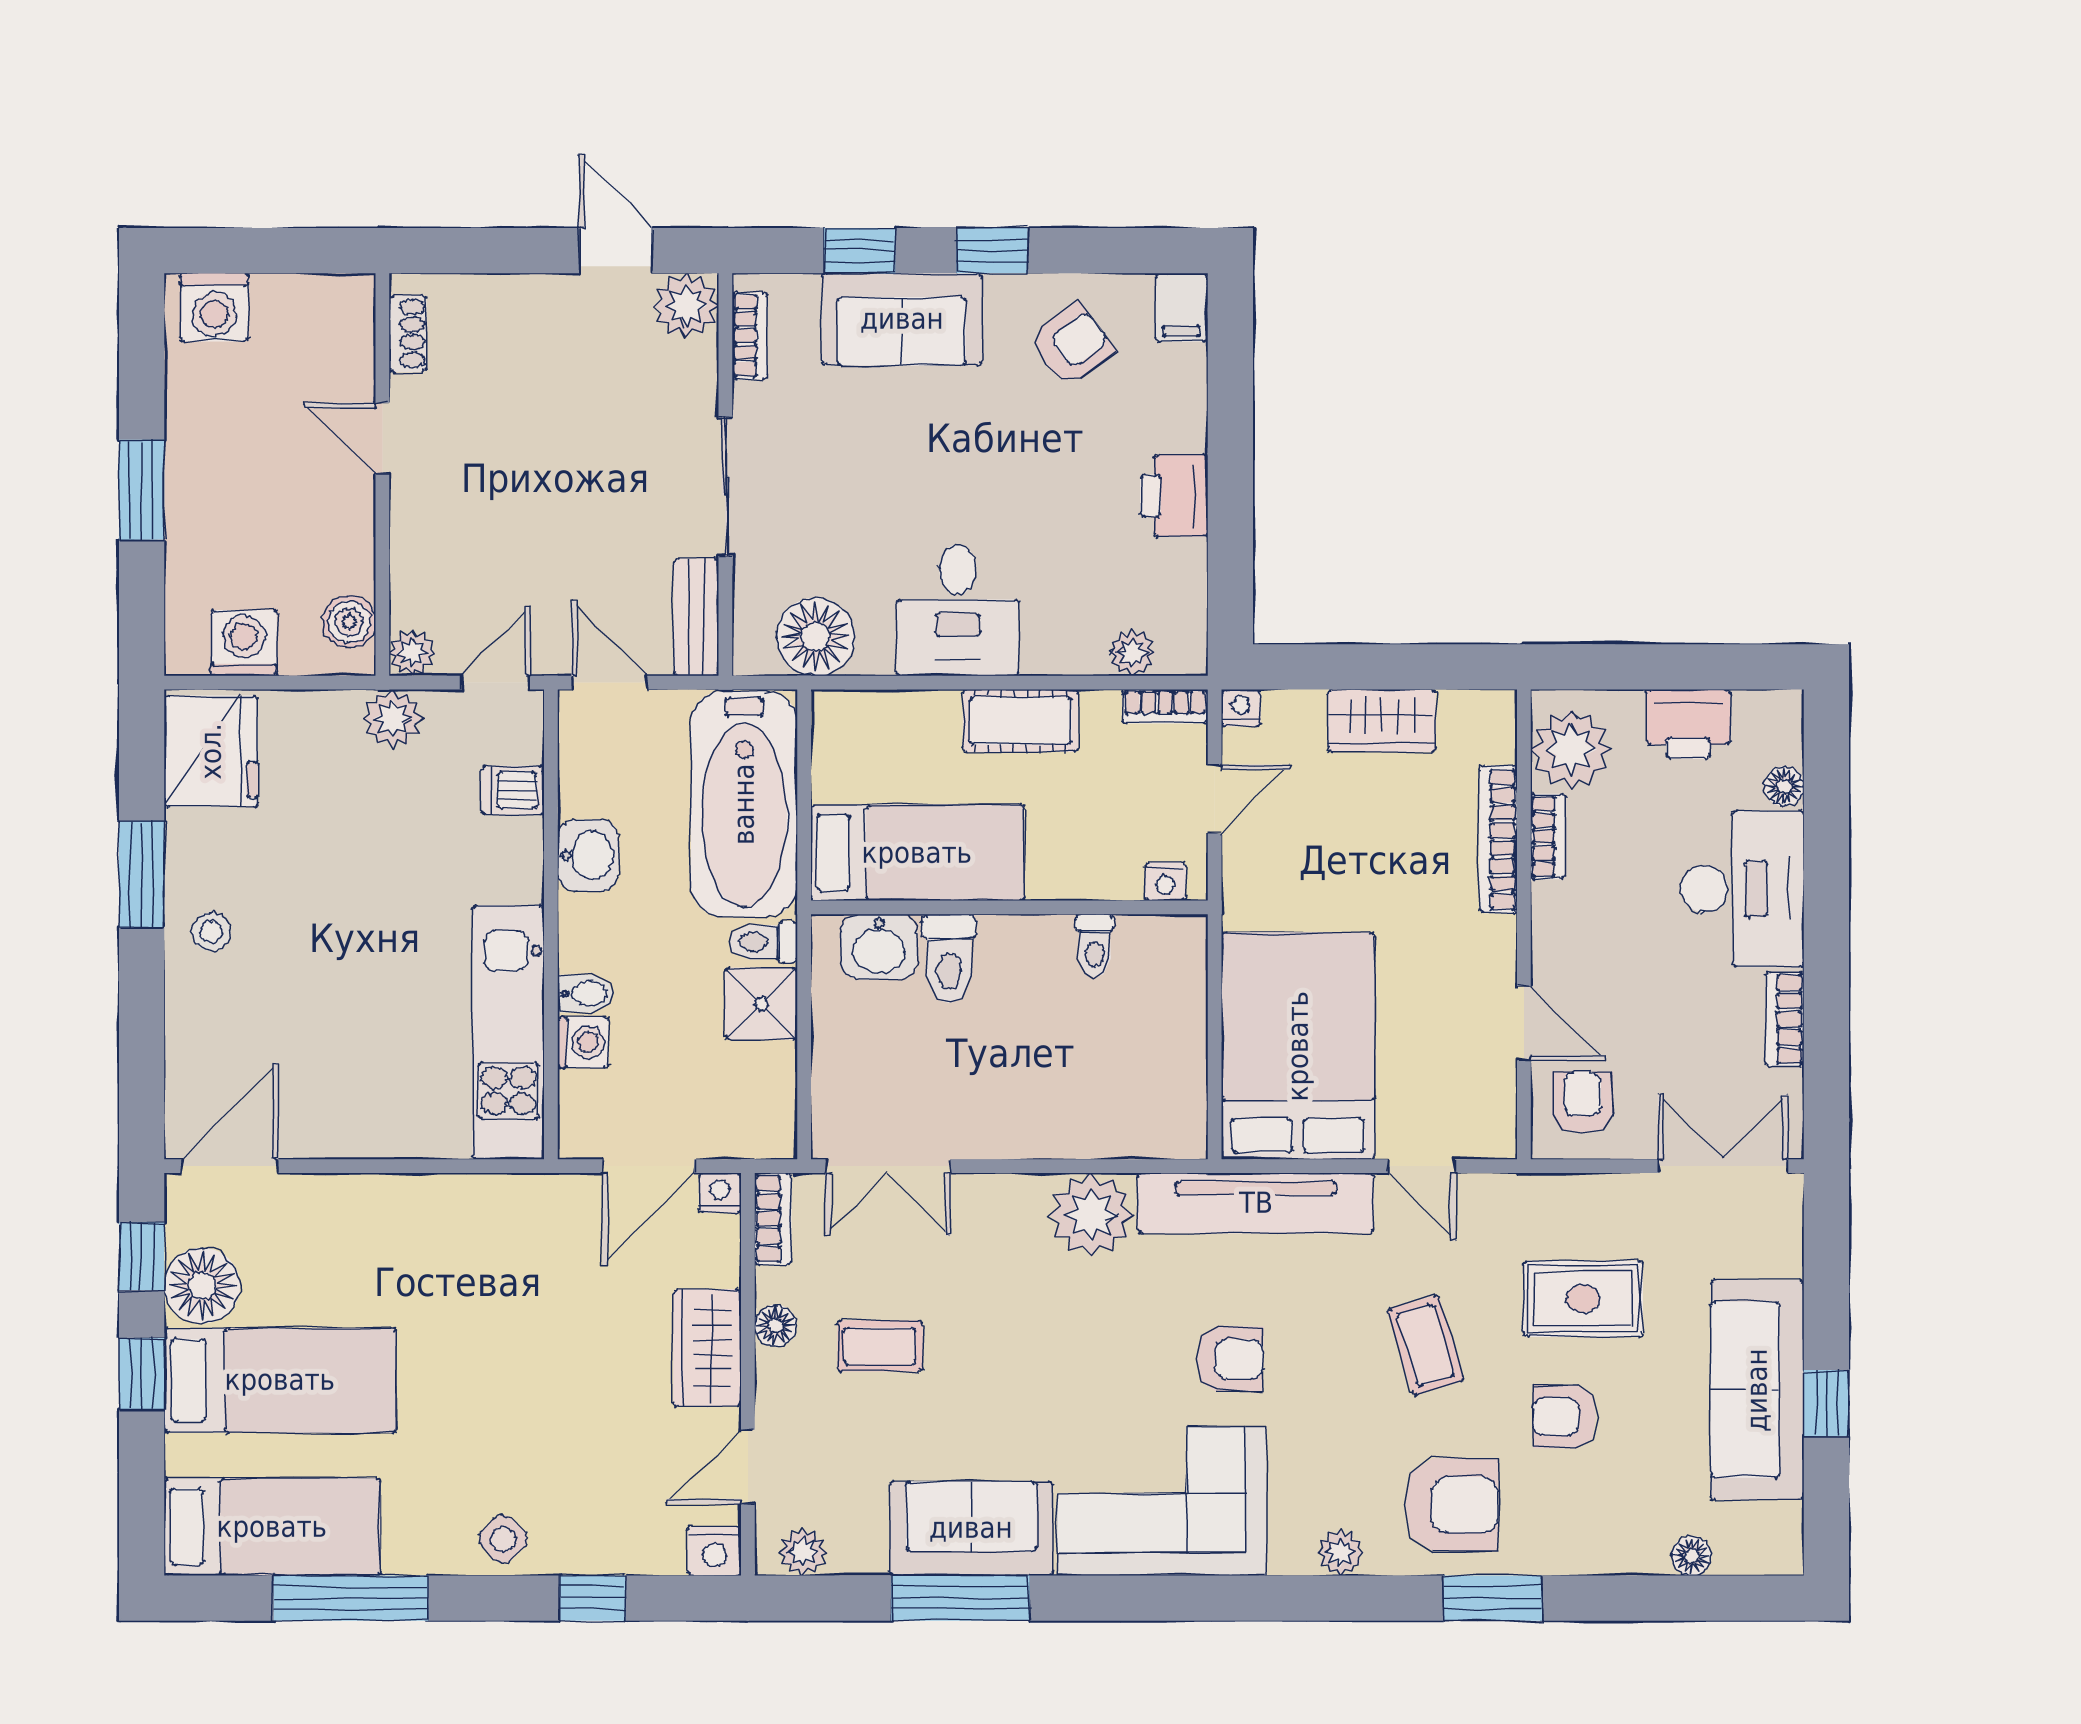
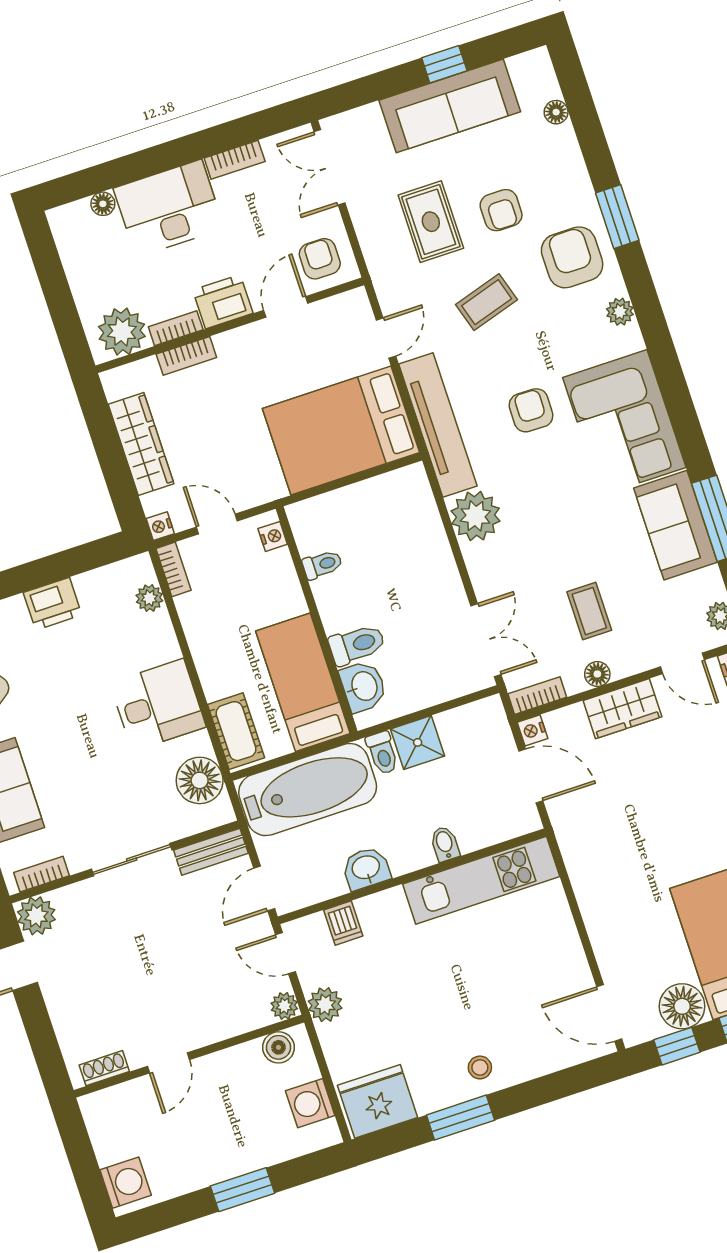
cot: (1021, 721) -> (236, 731), moved
wardrobe: (1382, 721) -> (141, 444), width x1.50
printer: (1688, 724) -> (223, 302), moved, turned -90
bookcase: (1498, 839) -> (186, 356), width x0.64
washing machine: (583, 1042) -> (473, 836), removed
armchair: (1582, 1102) -> (320, 259), turned 90

